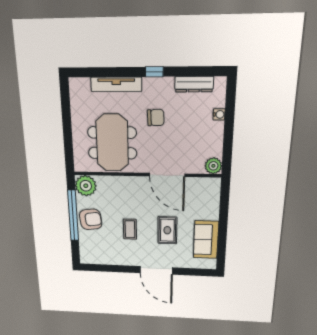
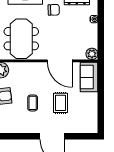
chair: (156, 118) -> (54, 10), moved
sofa: (206, 240) -> (89, 77), moved

